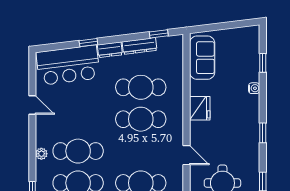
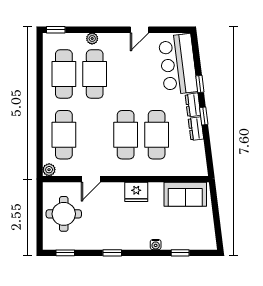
window: (159, 34) -> (204, 116), moved
dresser: (140, 46) -> (196, 129), width x0.70

